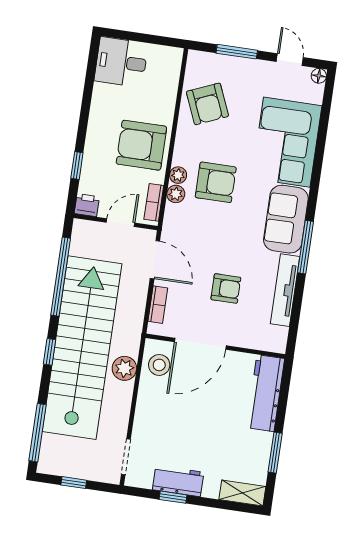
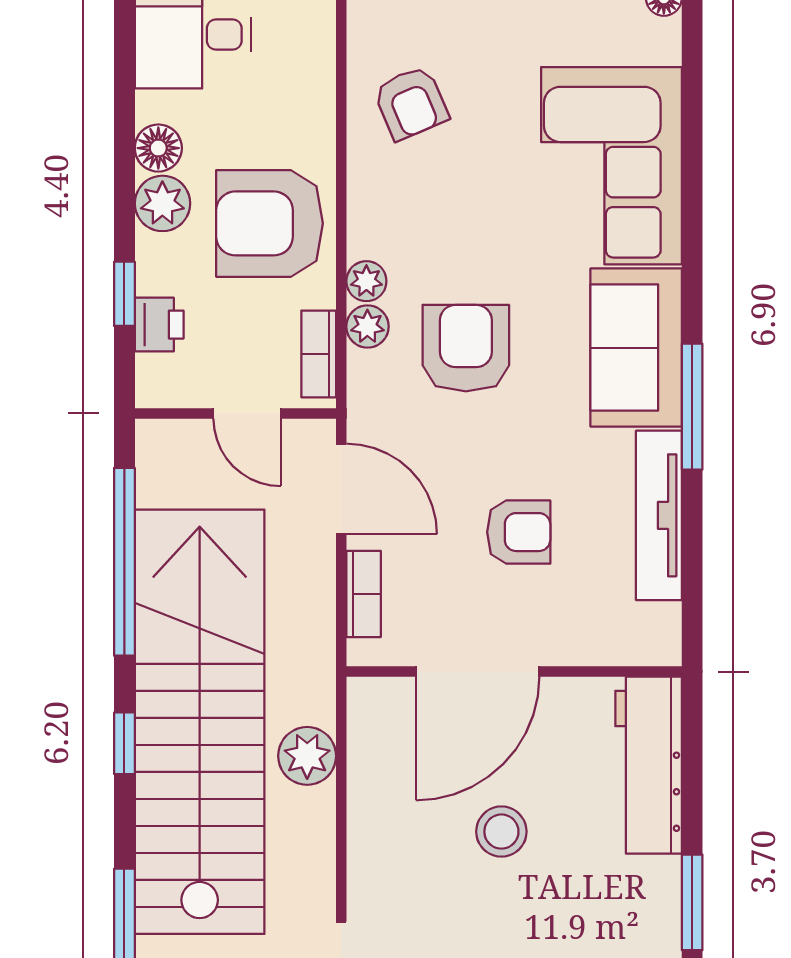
armchair: (207, 104) -> (411, 103), width x0.72, depth x0.72
floor lamp: (100, 107) -> (158, 148), added
plant: (98, 130) -> (162, 203), added
armchair: (216, 182) -> (466, 348), moved, turned -90
printer: (87, 205) -> (159, 325), moved, turned 90
door: (121, 223) -> (247, 413), swing flipped
stool: (159, 365) -> (501, 832), moved

